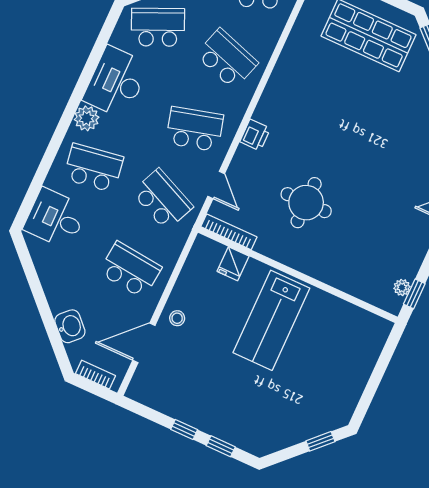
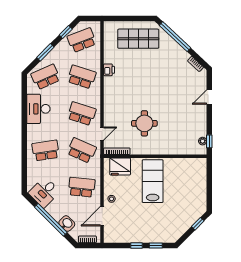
plant: (87, 118) -> (33, 130), removed
school desk: (195, 129) -> (82, 114), turned 33
printer: (255, 135) -> (109, 70), moved
door: (216, 185) -> (102, 134), hinge flipped
desk: (55, 218) -> (44, 192), moved, turned -45
fridge: (233, 264) -> (120, 166), width x1.88, depth x1.34
window: (42, 305) -> (51, 220), added
lab bench: (271, 320) -> (153, 181), turned 180

